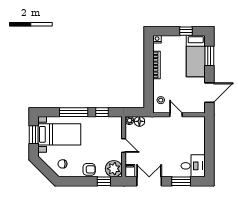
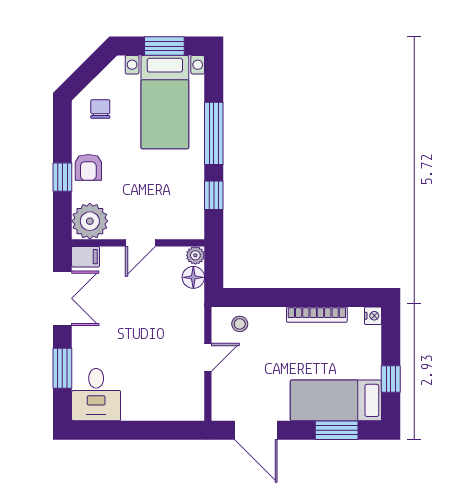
window: (104, 181) -> (62, 177), moved

